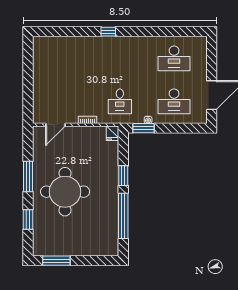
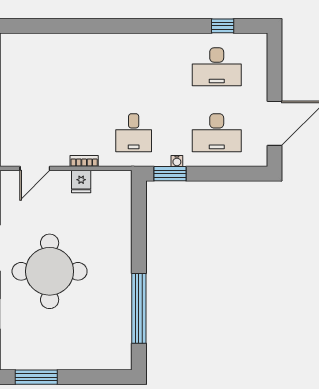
window: (108, 32) -> (223, 26), moved
fridge: (113, 133) -> (81, 182), moved
window: (123, 176) -> (139, 247), removed

